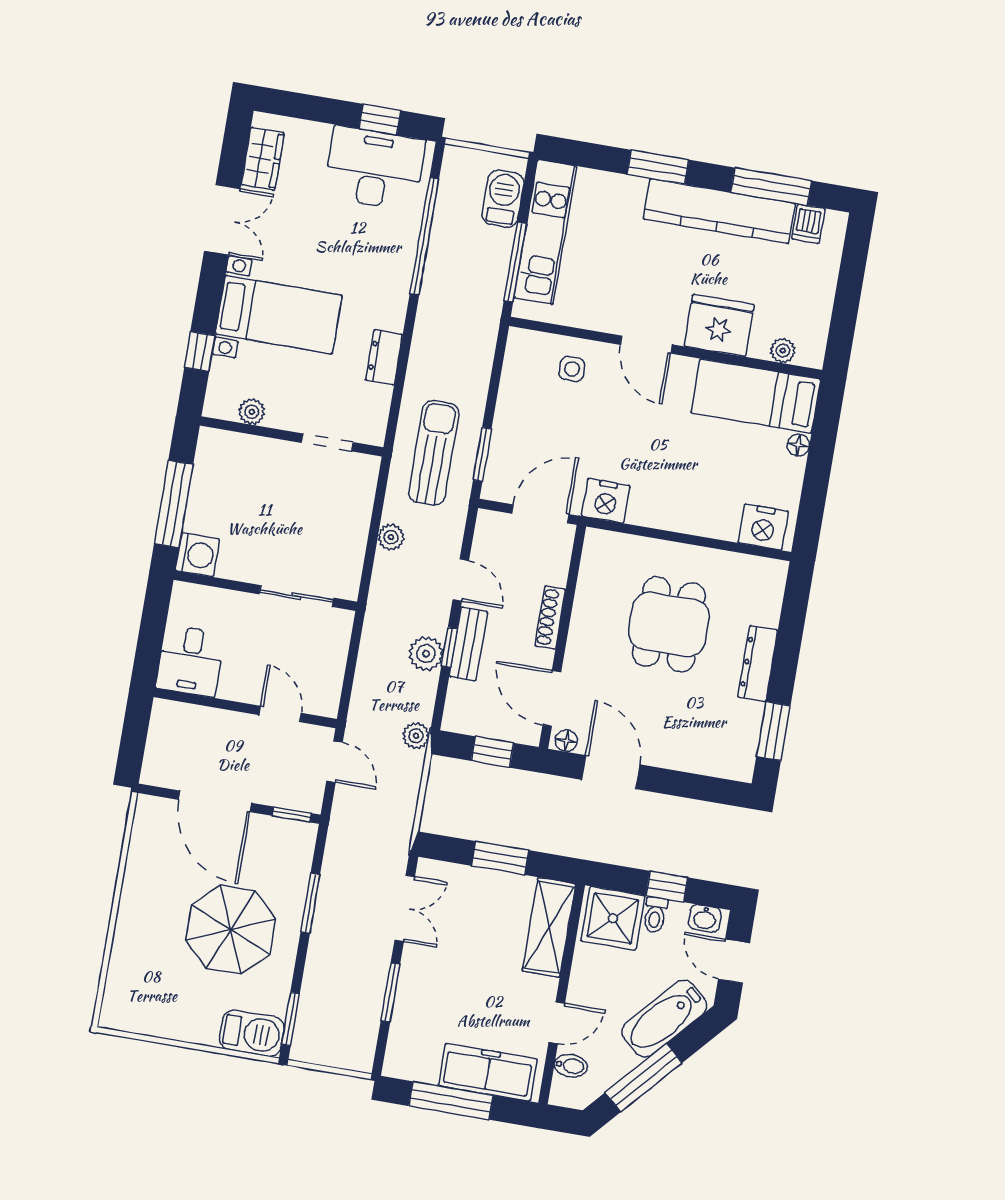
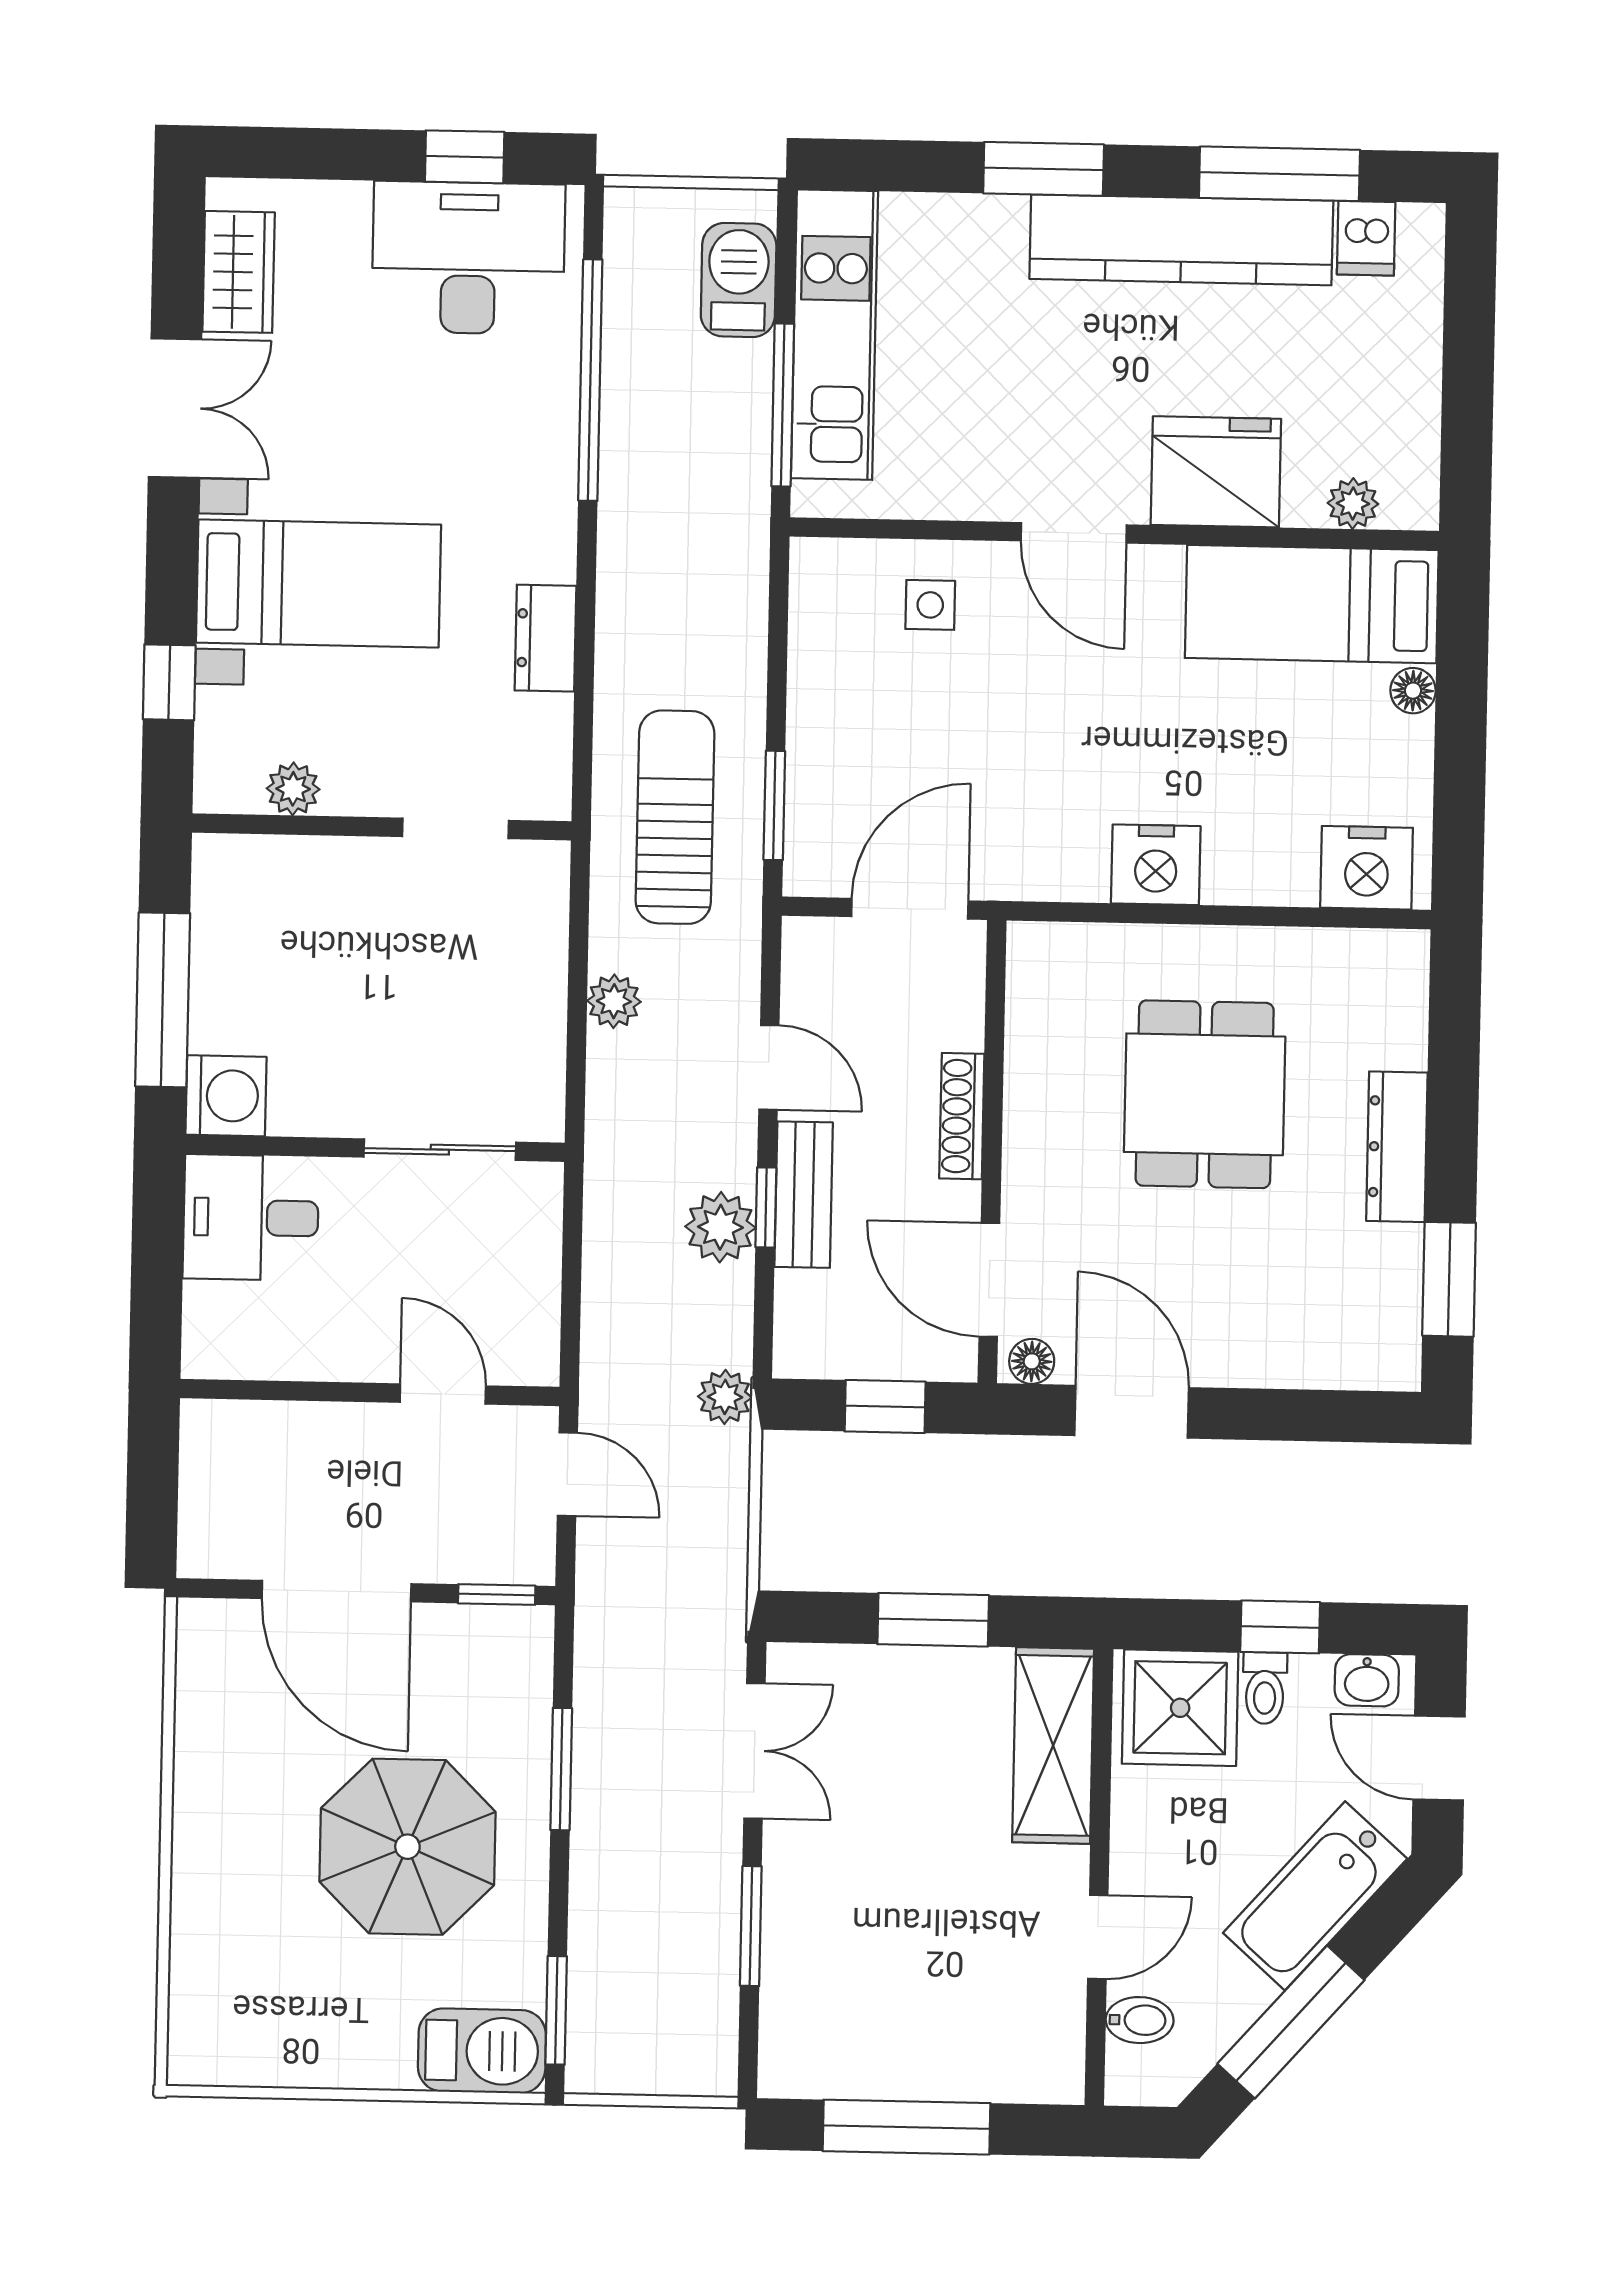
nightstand: (606, 501) -> (1156, 865), moved
desk: (190, 661) -> (251, 1218), moved, turned 90
freezer: (488, 1072) -> (973, 2058), removed

